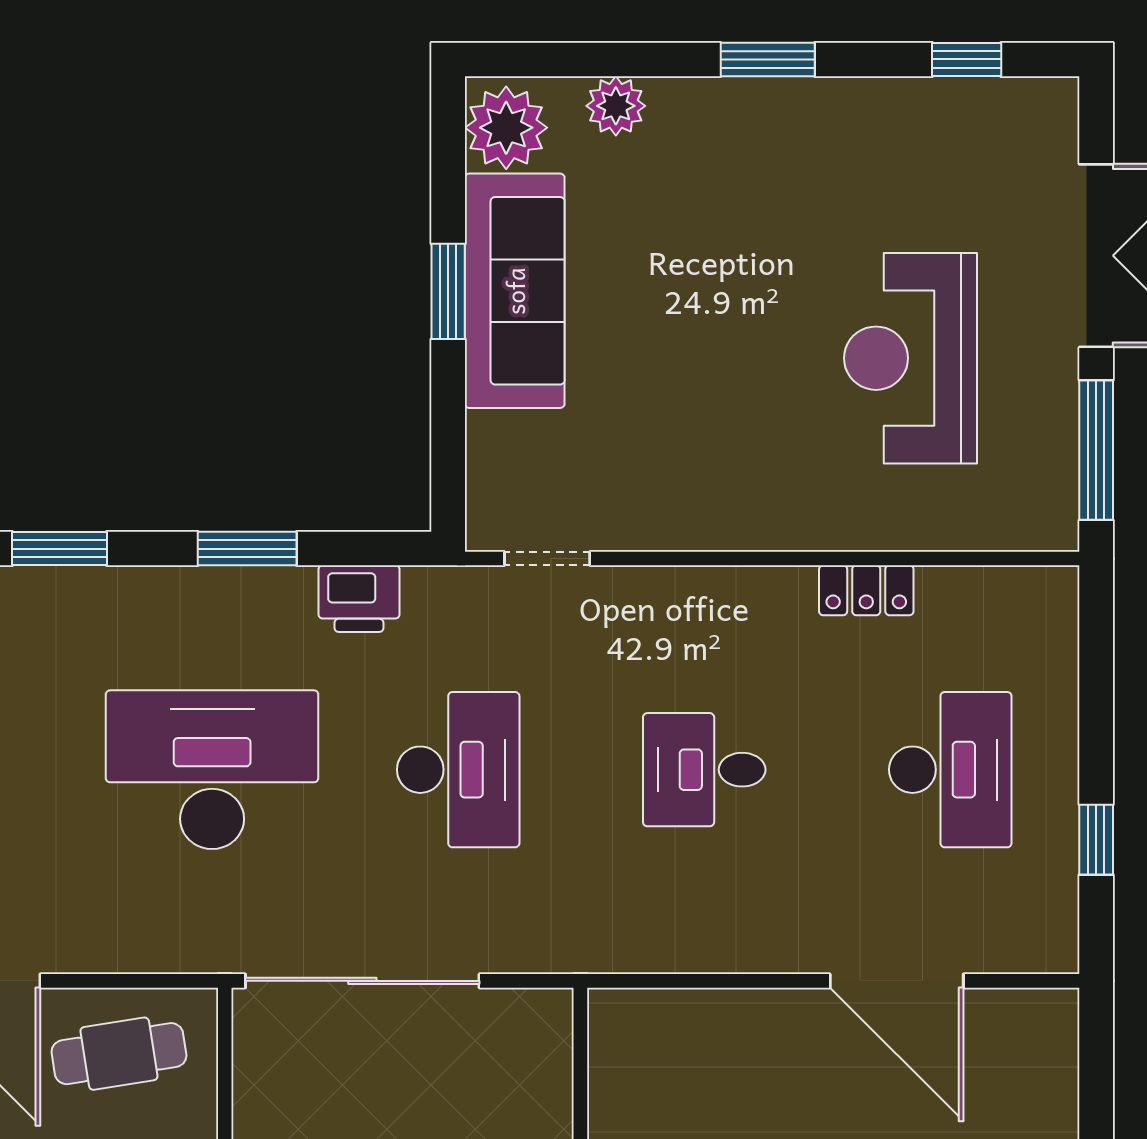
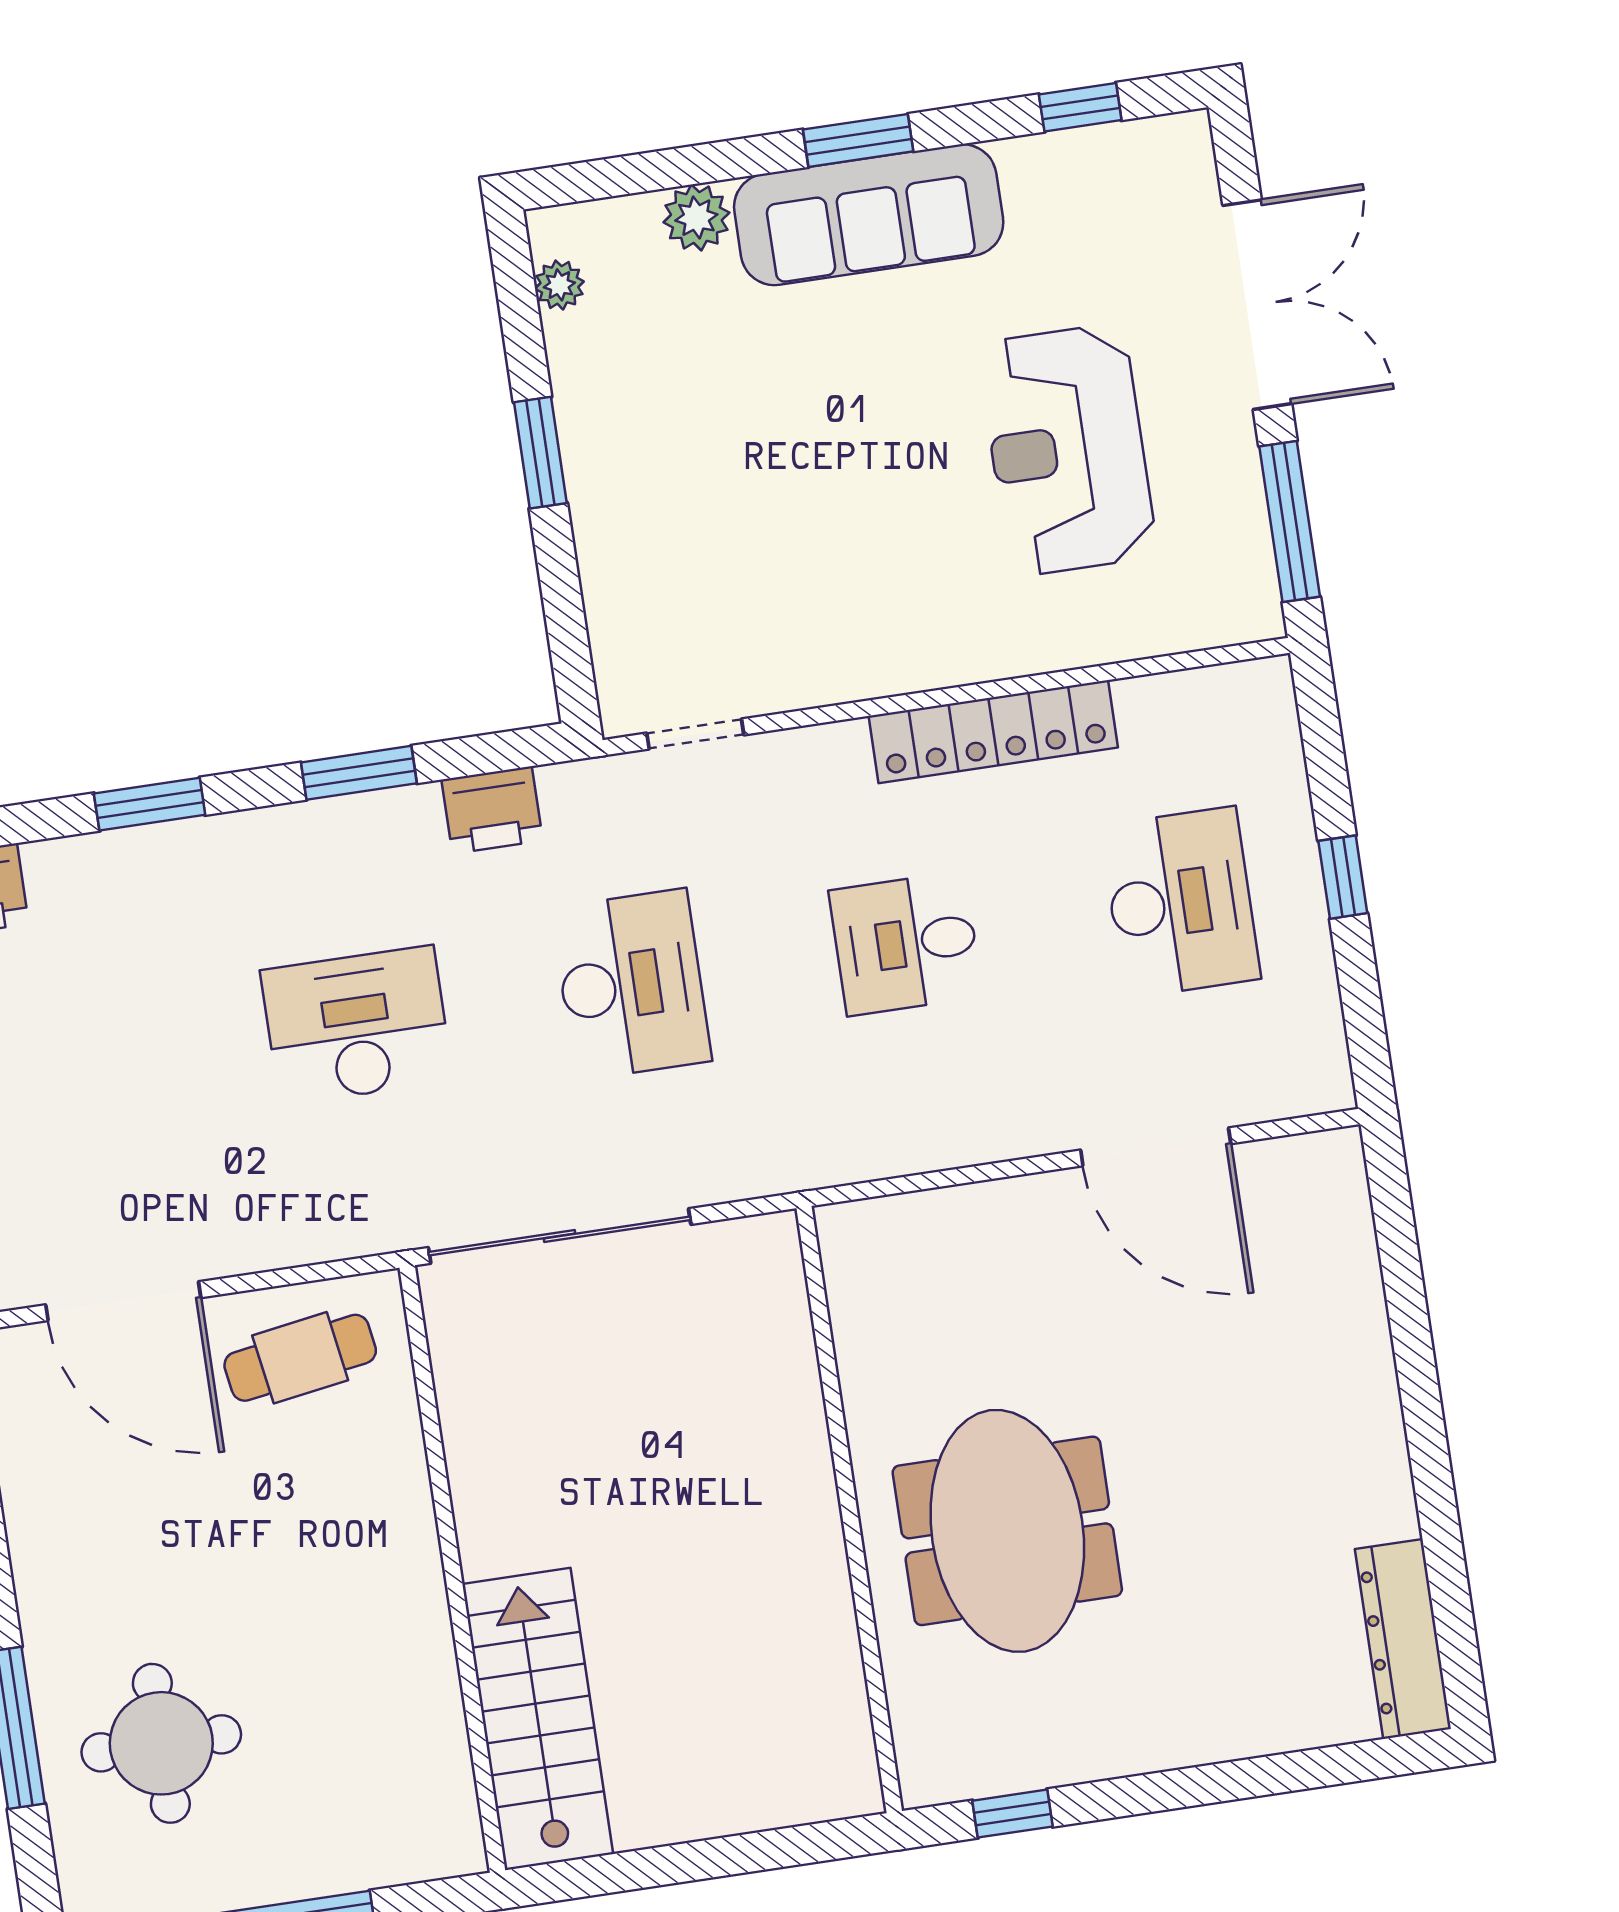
plant: (506, 128) -> (559, 285), width x0.53, depth x0.53
sofa: (515, 291) -> (869, 215), moved, turned 90
locker: (866, 590) -> (993, 732), width x2.16, depth x1.21
desk: (212, 770) -> (357, 1025), width x0.73, depth x0.77
window: (1096, 840) -> (1343, 877), moved

